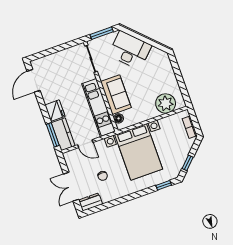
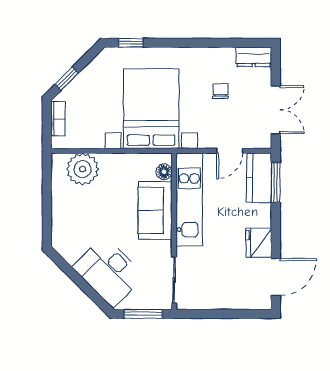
fridge: (55, 111) -> (259, 243), moved
door: (85, 144) -> (230, 151), swing flipped
window: (188, 163) -> (67, 79), moved
double door: (71, 187) -> (276, 110), moved

